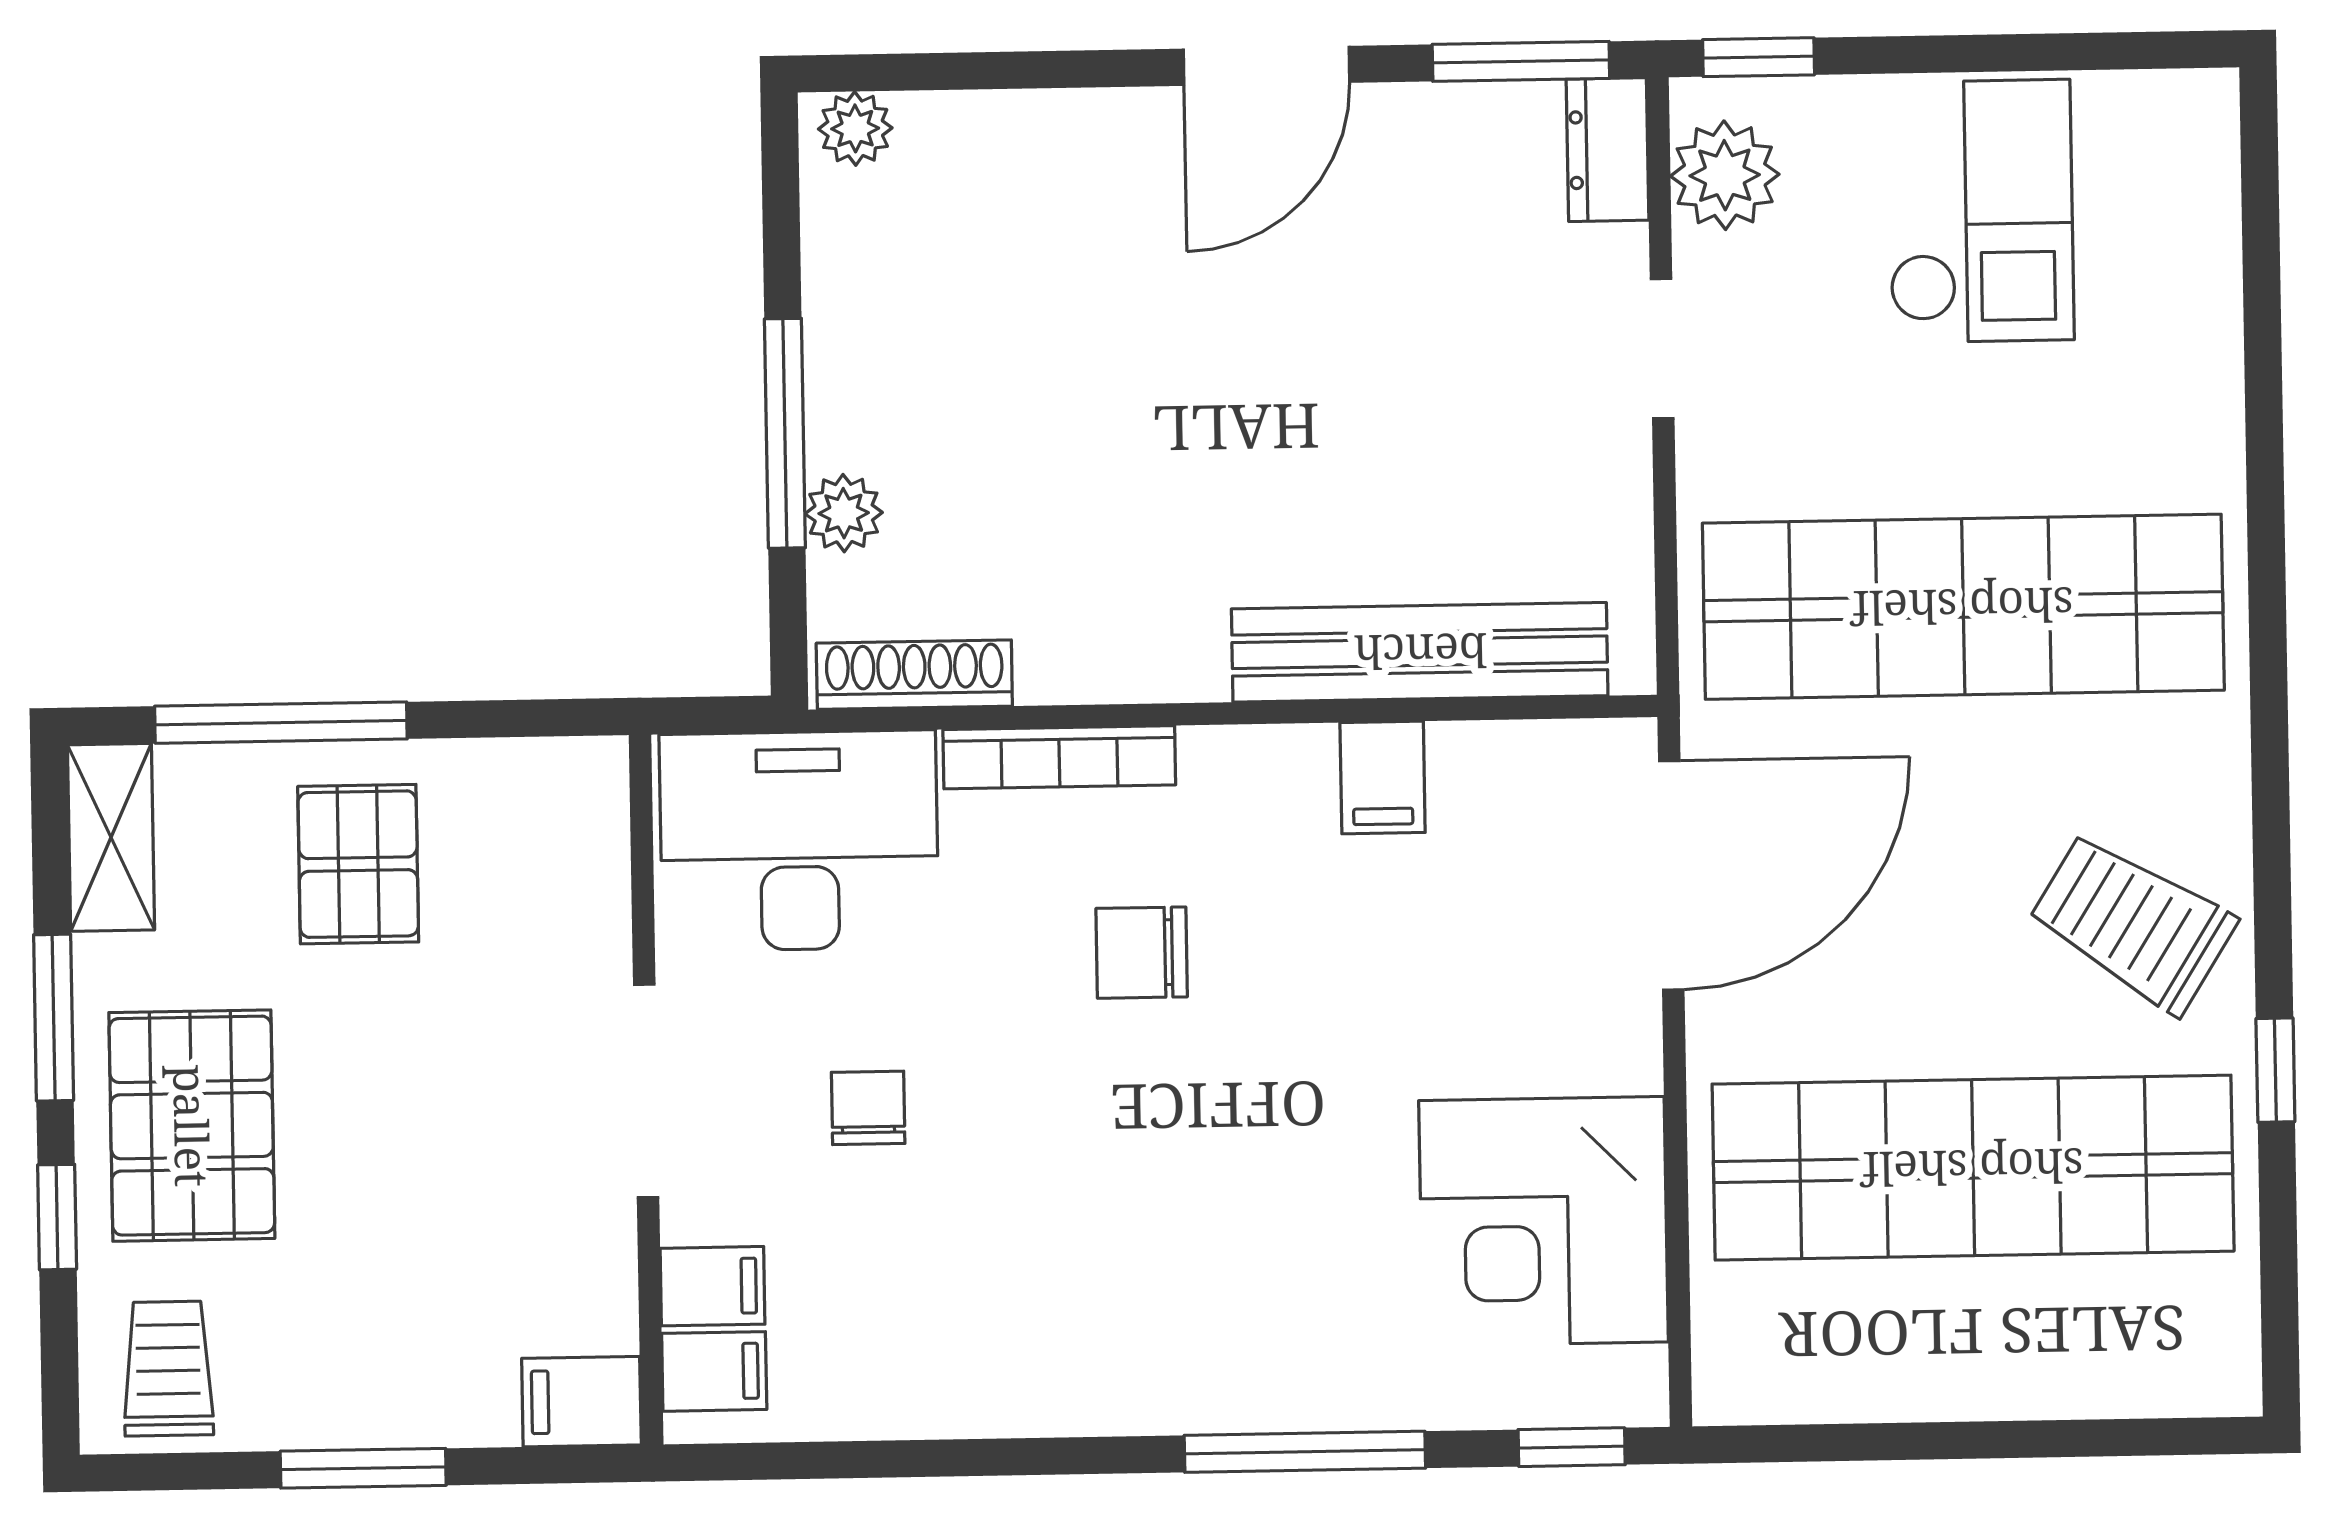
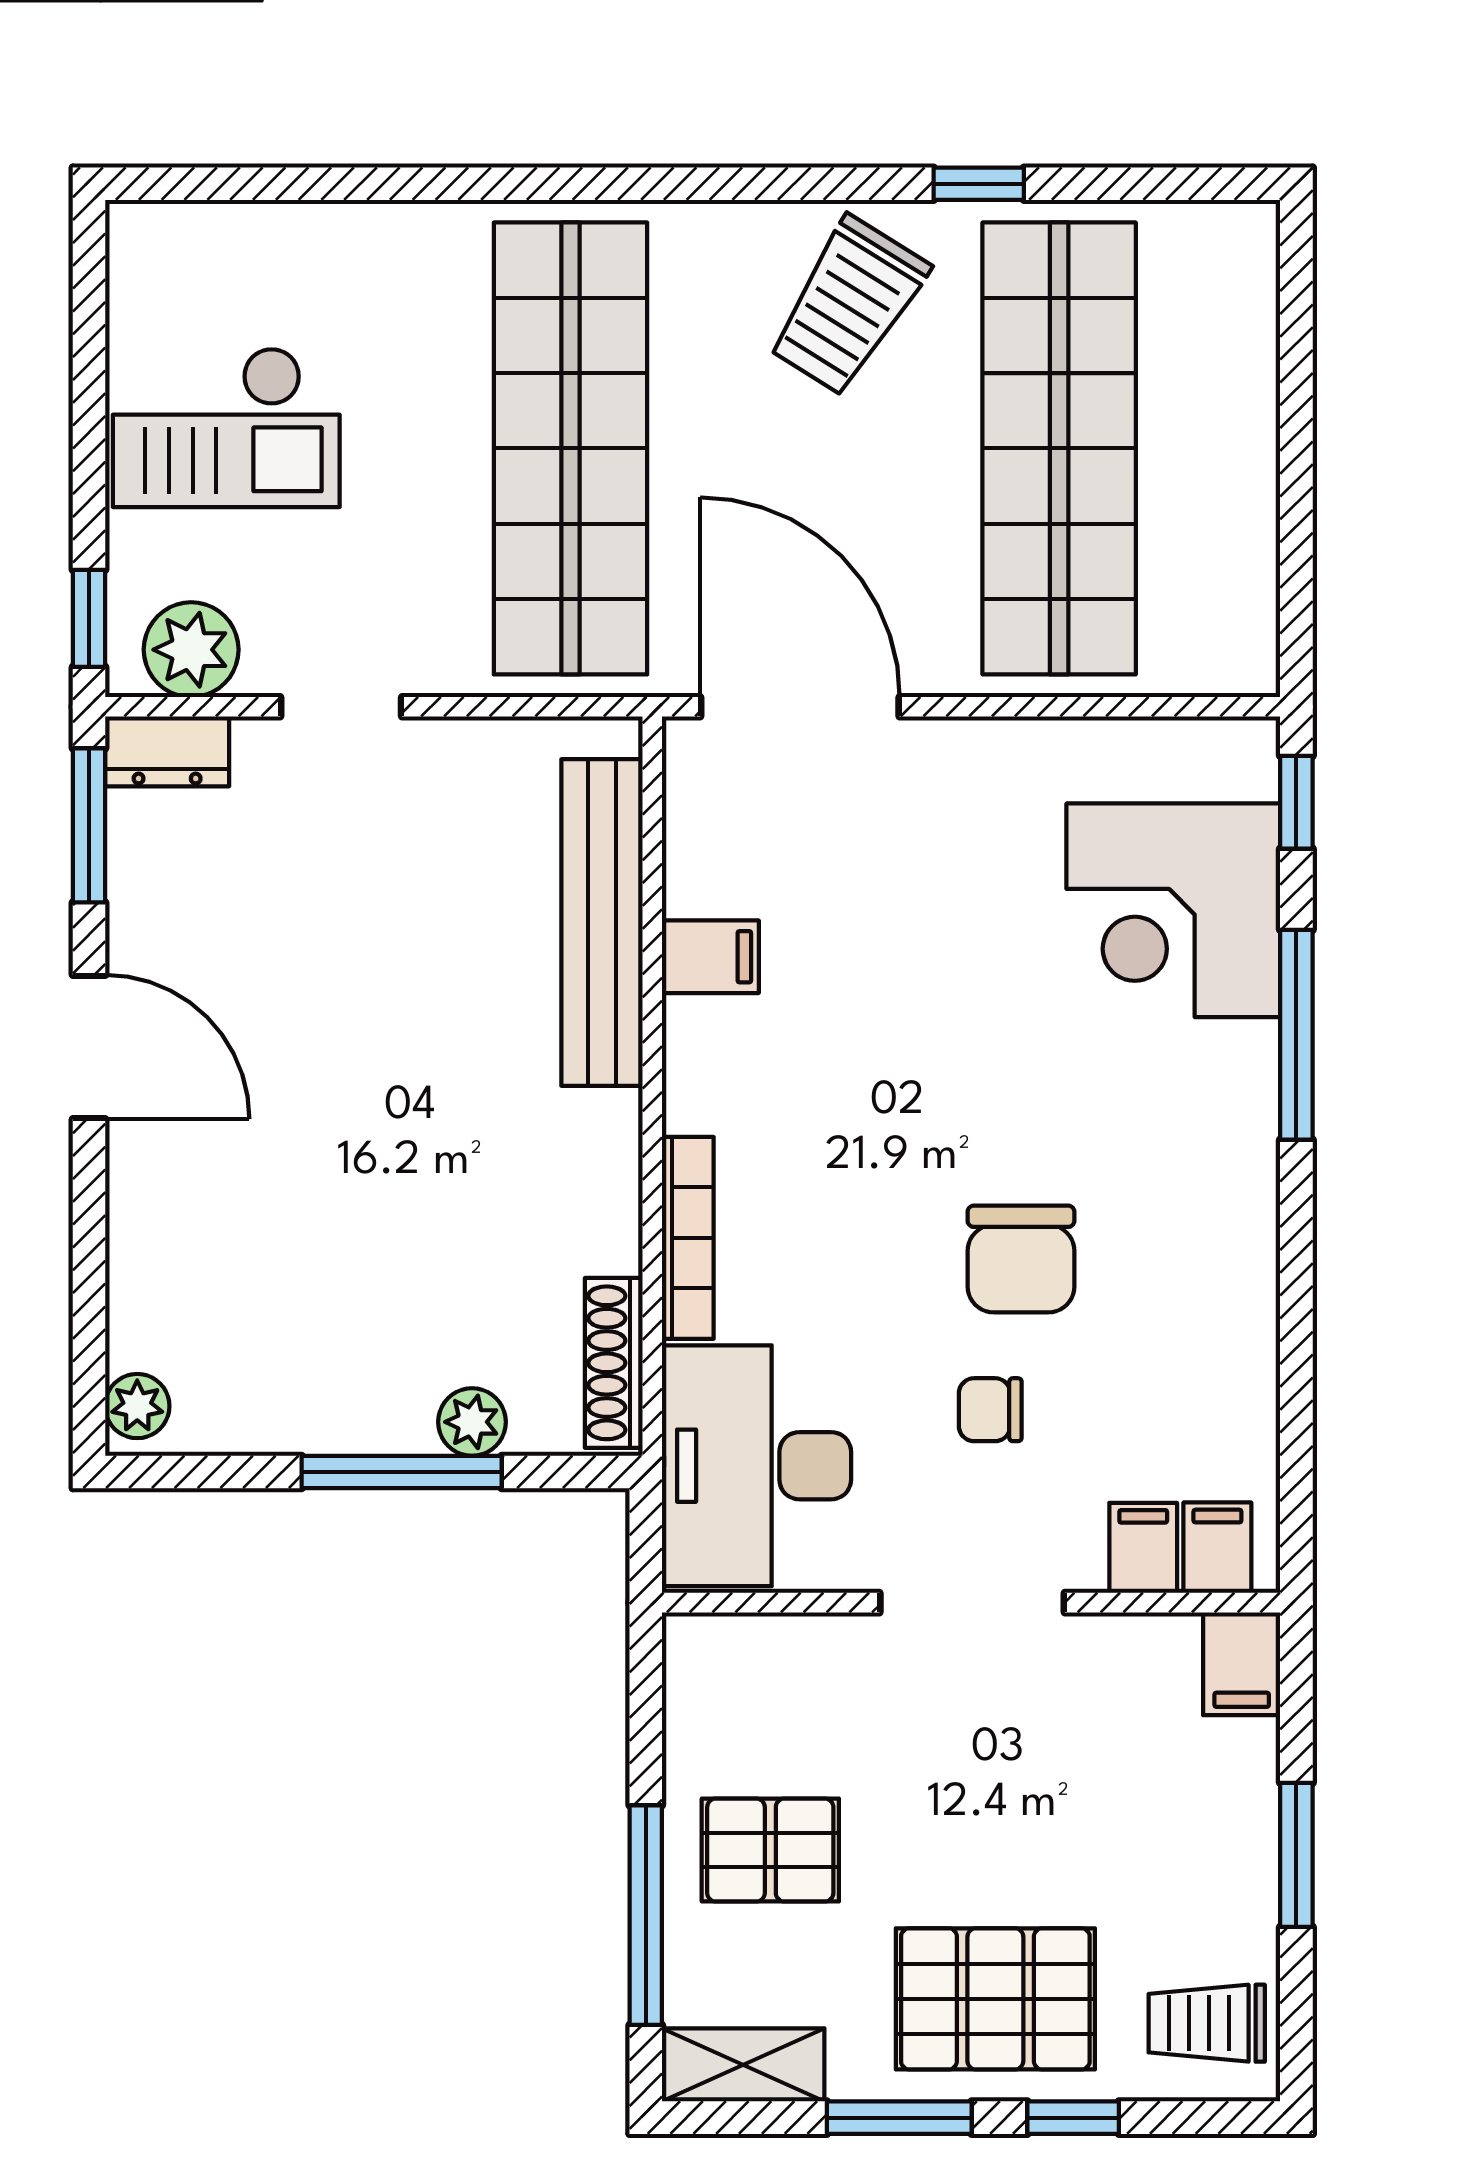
checkout: (1981, 211) -> (226, 427), turned 180
chair: (1142, 953) -> (1021, 1259), moved, width x1.37, depth x1.37
corner desk: (1543, 1221) -> (1173, 910), moved, turned 90

